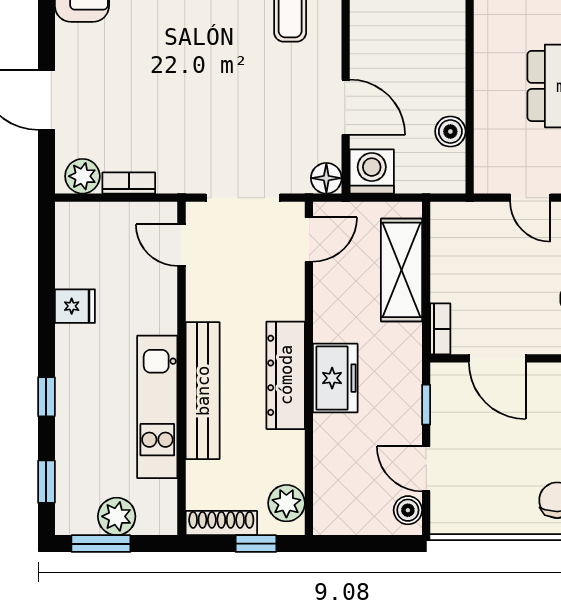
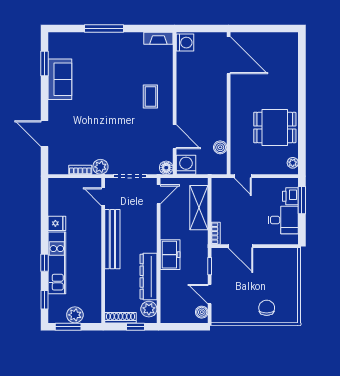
plant: (82, 176) -> (100, 167), moved
door: (530, 198) -> (243, 176), moved
dresser: (286, 375) -> (148, 277), moved
bench: (203, 391) -> (112, 239), moved
kitchen unit: (157, 407) -> (57, 263), moved, turned 180

